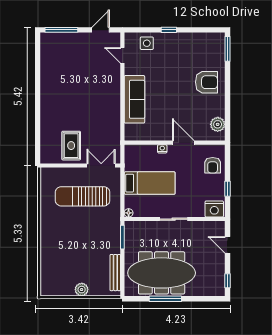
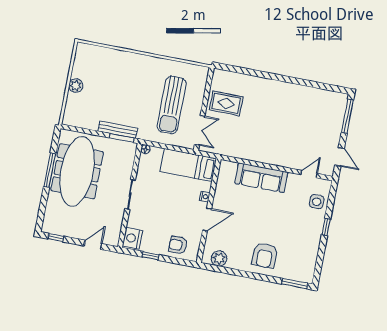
bed: (150, 183) -> (188, 165), moved, turned 90
sun lounger: (83, 196) -> (172, 105), turned 180
bench: (115, 273) -> (118, 130), moved

